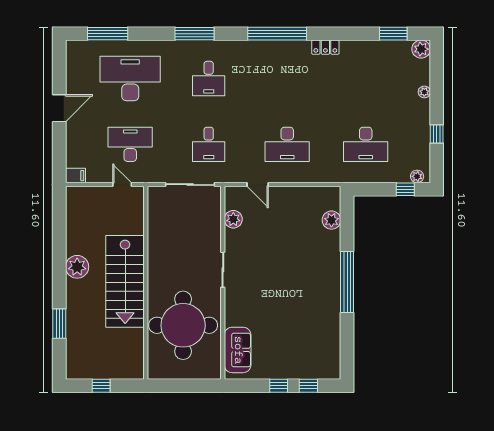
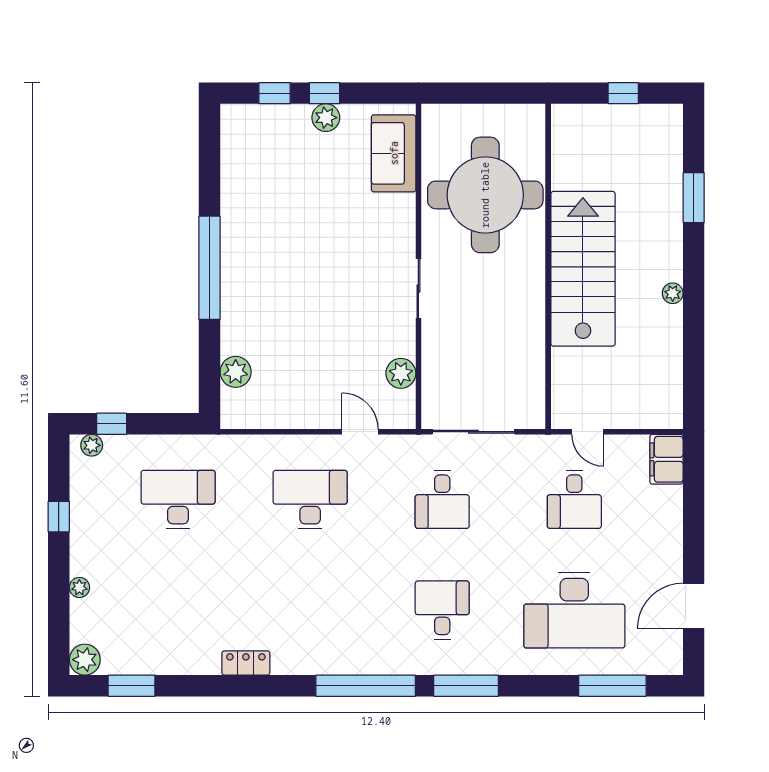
window: (277, 34) -> (366, 686), moved
door: (59, 108) -> (694, 606), moved
desk: (130, 144) -> (574, 499), width x0.73
desk: (209, 144) -> (442, 499), turned 180
filing cabinet: (75, 176) -> (666, 459), width x2.00
plant: (77, 267) -> (673, 293), width x0.53, depth x0.53
plant: (278, 371) -> (326, 118), added

